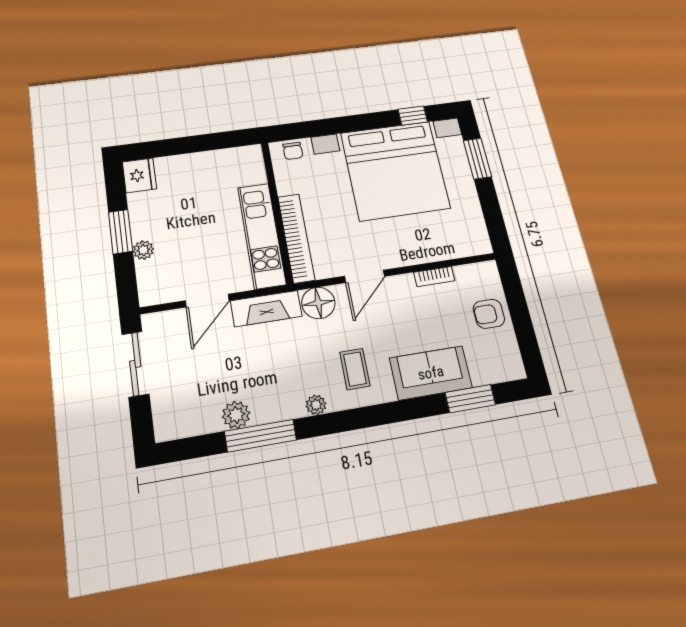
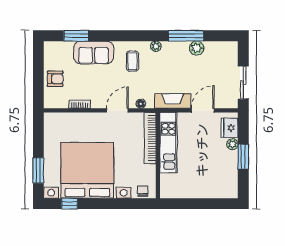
fridge: (139, 175) -> (230, 128), moved
floor lamp: (318, 303) -> (141, 104), width x0.53, depth x0.53

